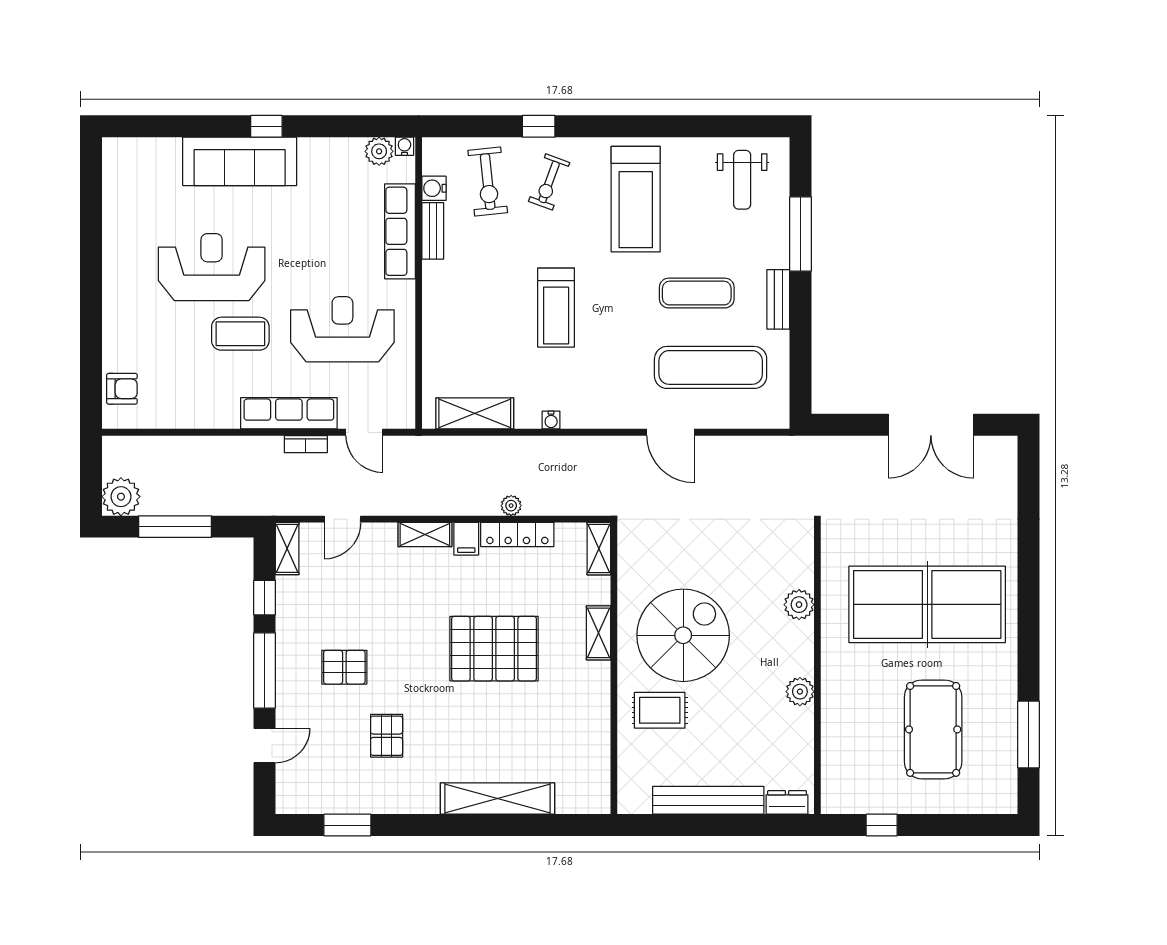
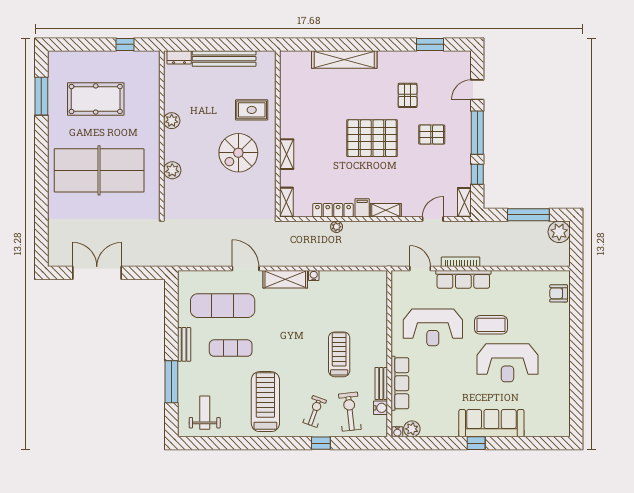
treadmill: (556, 308) -> (339, 354), moved
shelving: (475, 413) -> (285, 279), moved
bookcase: (306, 444) -> (461, 262), width x1.56
spiral stairs: (683, 635) -> (238, 153), width x0.73, depth x0.73
pallet: (494, 649) -> (372, 138), moved
pool table: (933, 729) -> (96, 99), turned 90

